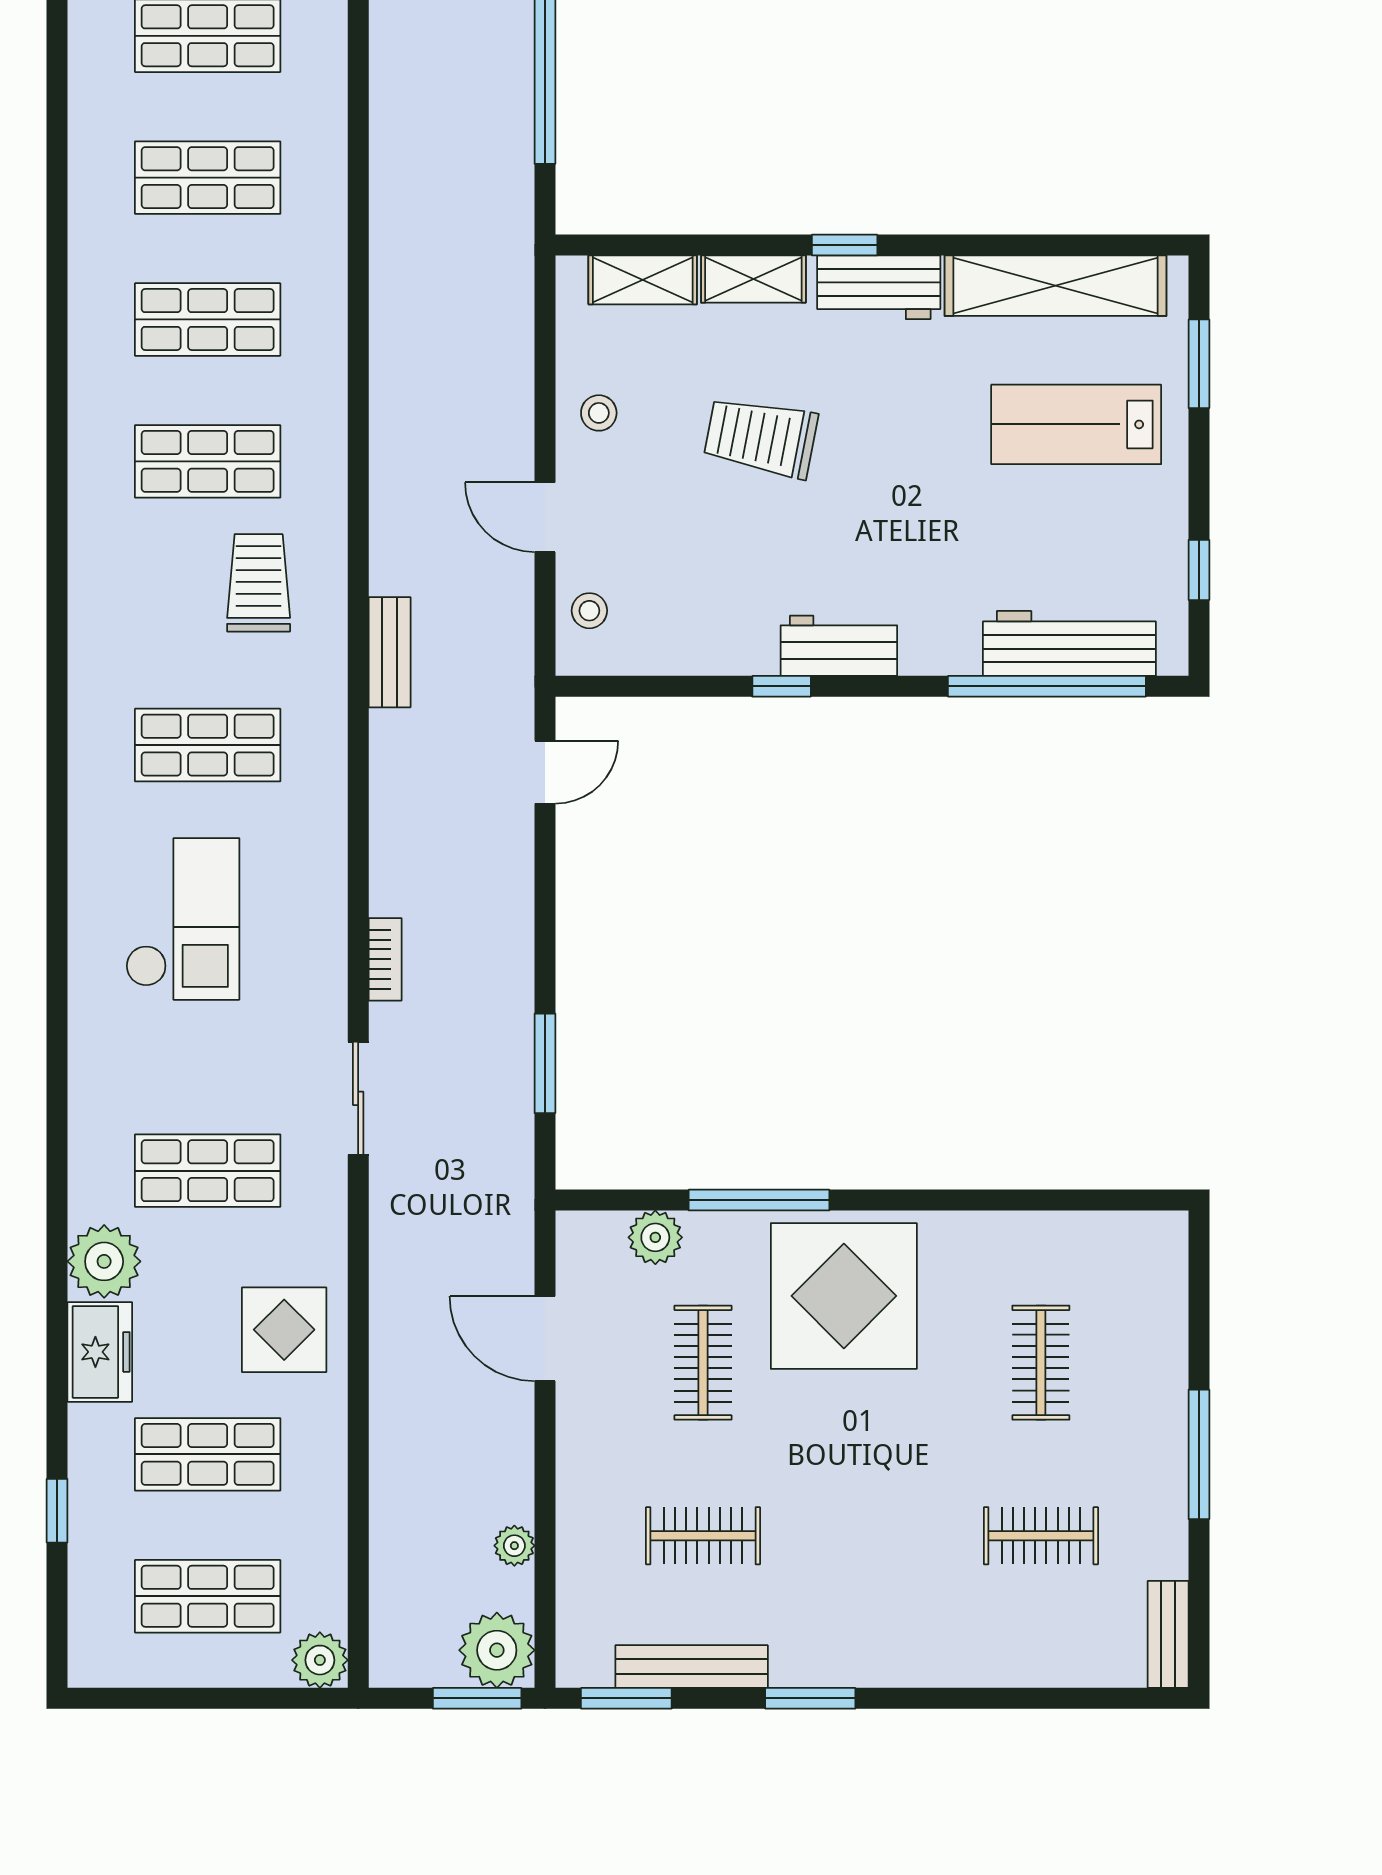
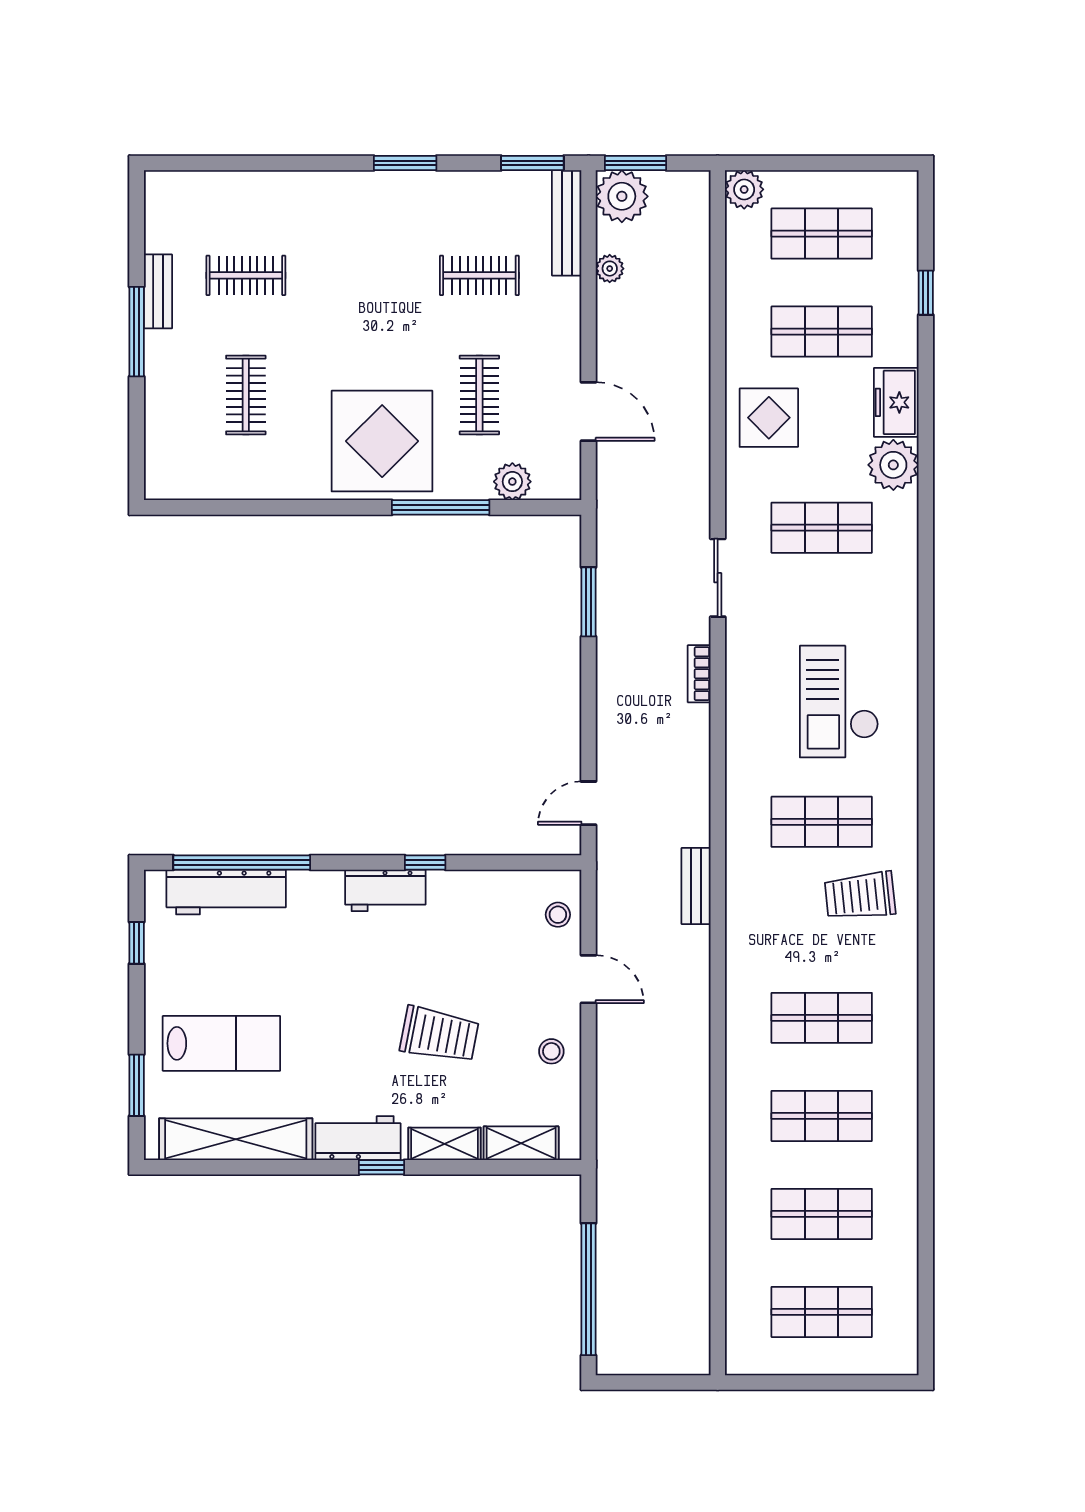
trolley: (259, 583) -> (860, 896), moved, turned 84
bench: (1168, 1634) -> (158, 291), moved
bench: (692, 1667) -> (567, 223), moved, turned 90

